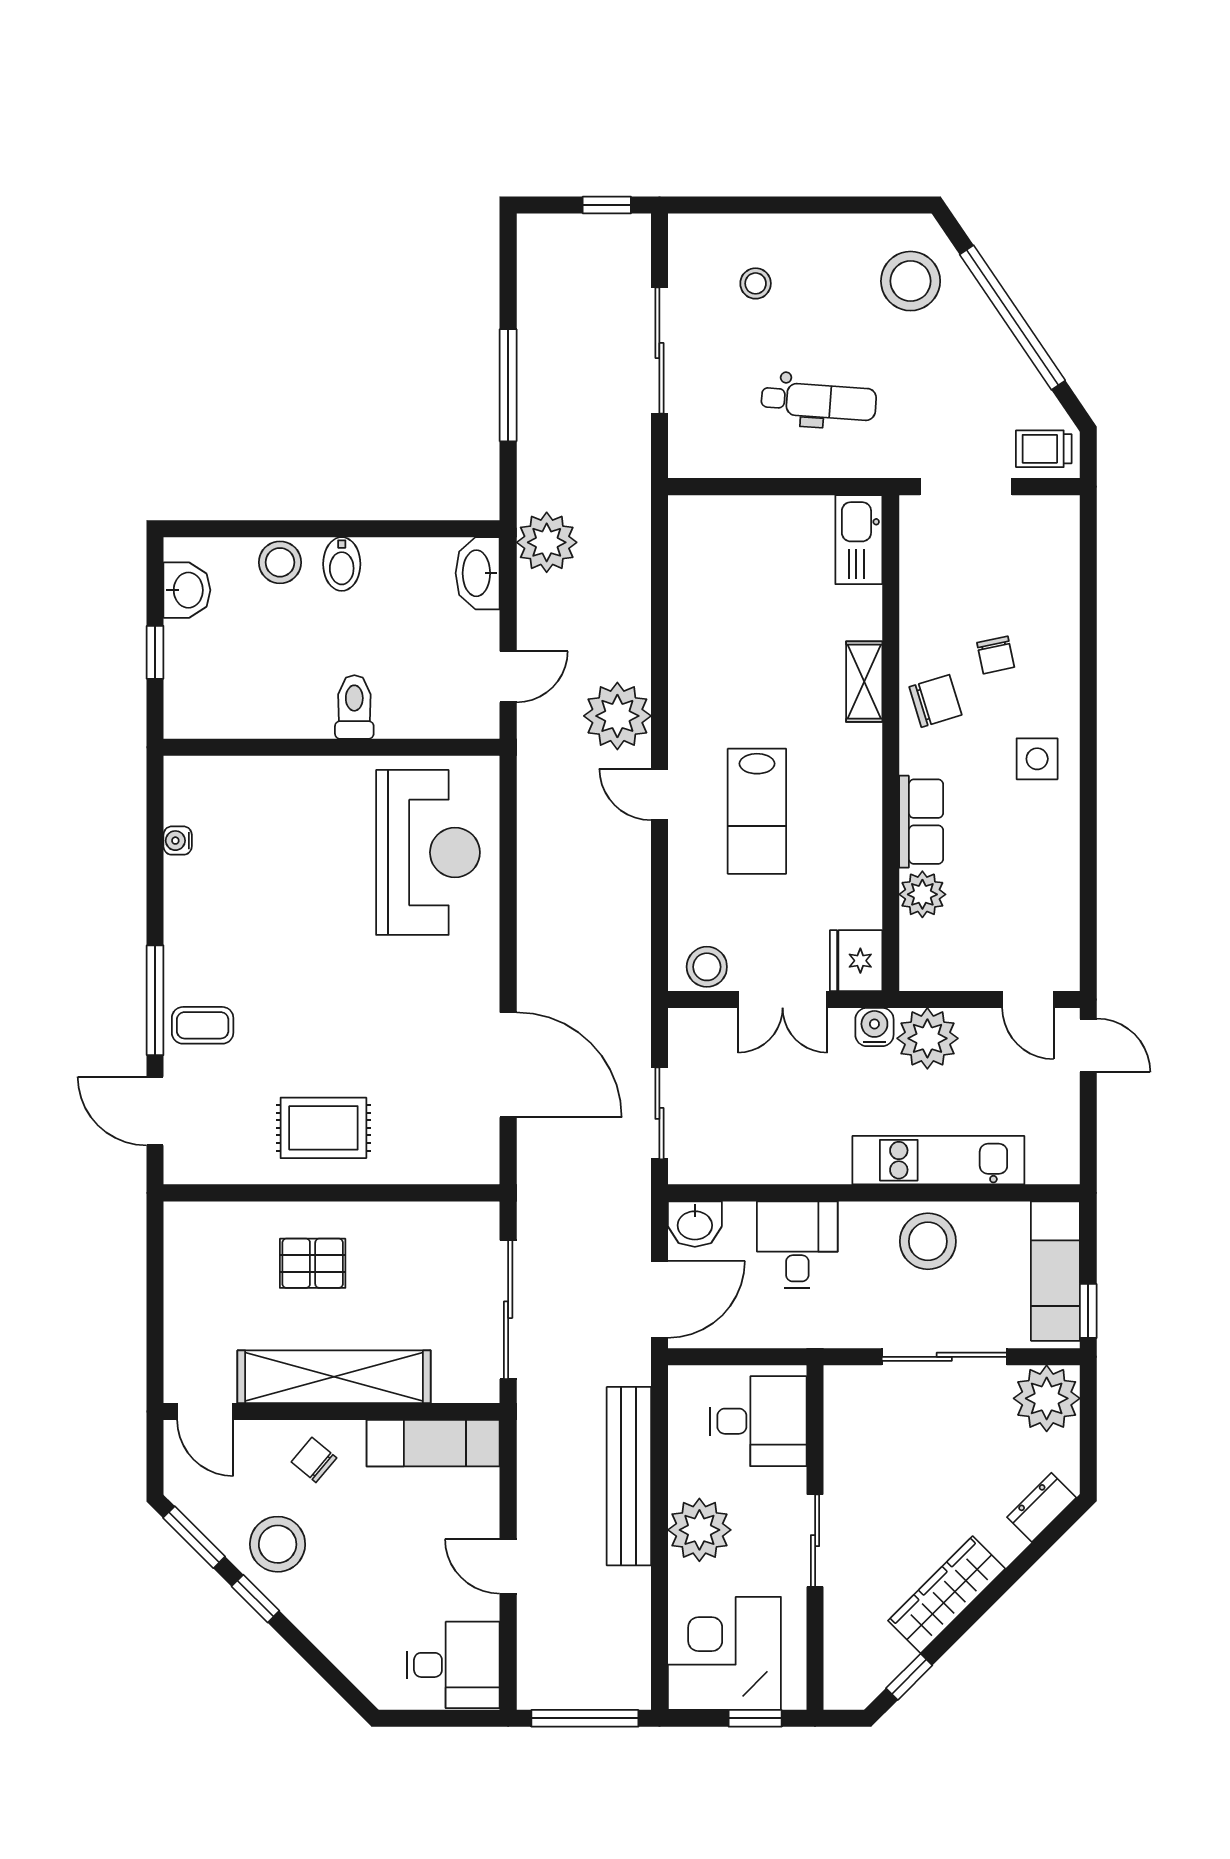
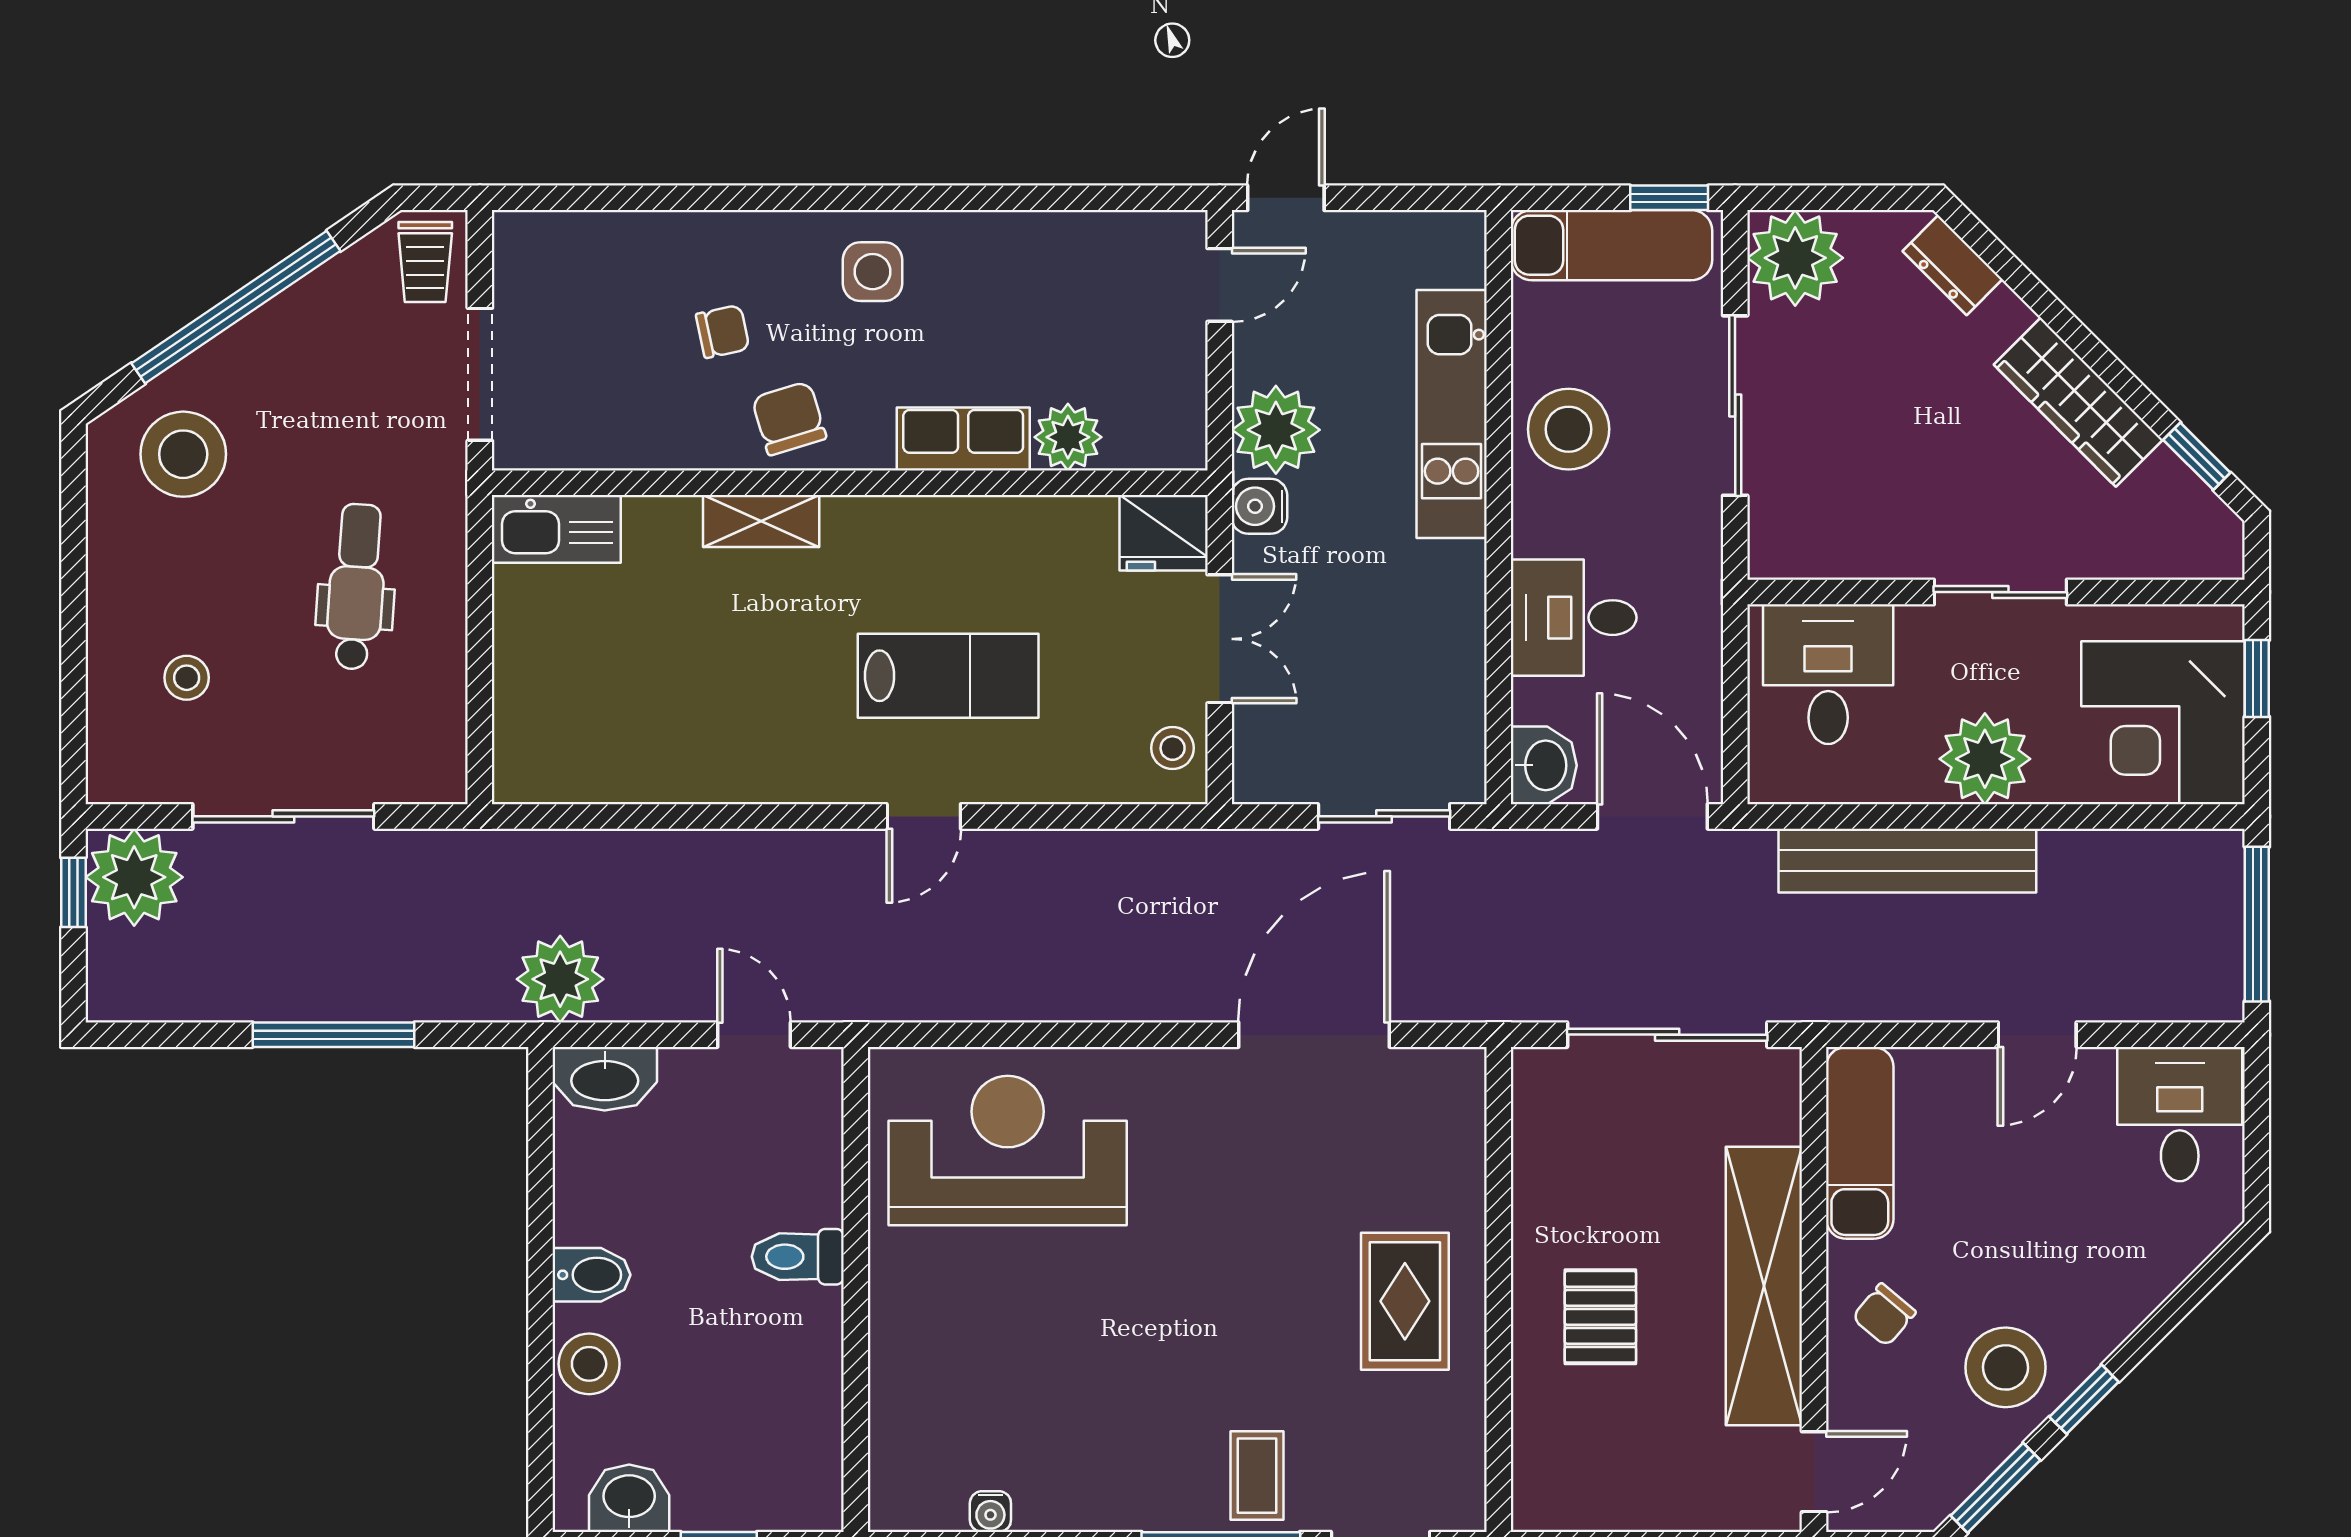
plant: (617, 716) -> (134, 877), moved
stool: (707, 967) -> (1173, 748), width x0.73, depth x0.73

